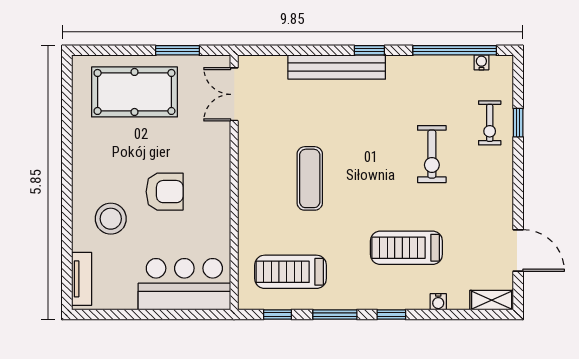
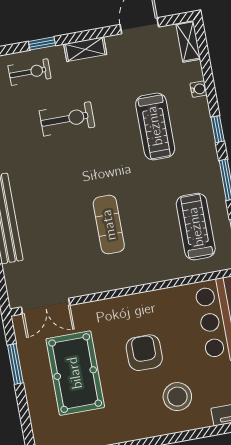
pool table: (134, 92) -> (75, 373), moved
window: (518, 123) -> (42, 43), moved
exercise mat: (310, 178) -> (109, 225), turned 90
shelving: (503, 187) -> (85, 49), added
treadmill: (291, 272) -> (196, 227), turned 180

